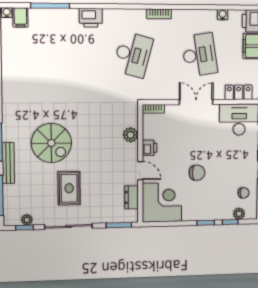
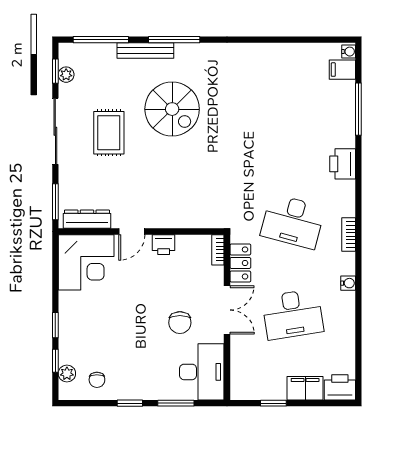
bookcase: (159, 14) -> (349, 235), moved
water cooler: (223, 15) -> (348, 283), moved
locker: (239, 92) -> (240, 263), moved
plant: (131, 135) -> (182, 218), removed
spiral stairs: (51, 143) -> (172, 109), turned -90
chair: (197, 173) -> (180, 323), moved
rug: (69, 188) -> (109, 133), turned 90
dresser: (131, 197) -> (87, 219), width x1.44

